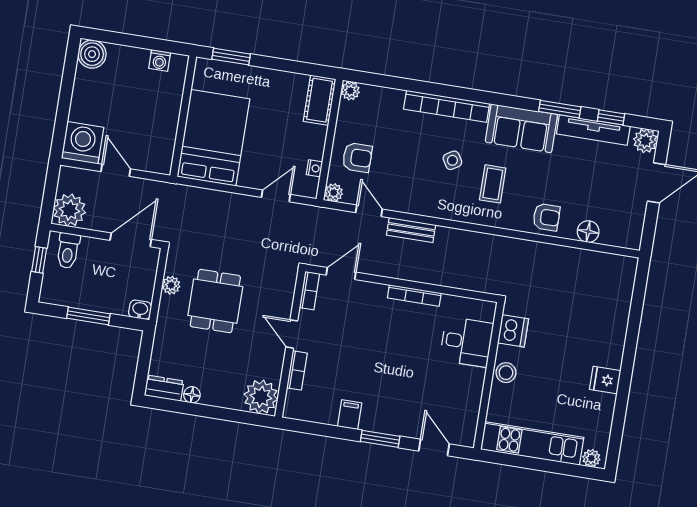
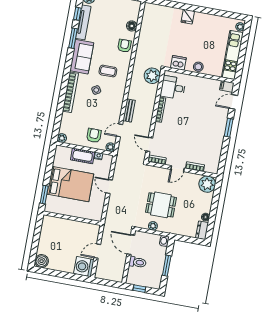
washing machine: (160, 60) -> (45, 229), removed
cot: (320, 100) -> (83, 156), moved
bed: (213, 138) -> (70, 184), moved, turned 180
door: (276, 196) -> (109, 187), moved
plant: (69, 210) -> (152, 76), moved
toilet: (68, 251) -> (138, 262), moved
desk: (467, 342) -> (173, 88), moved, turned -90
fridge: (605, 380) -> (188, 17), moved
filing cabinet: (350, 415) -> (227, 86), moved

